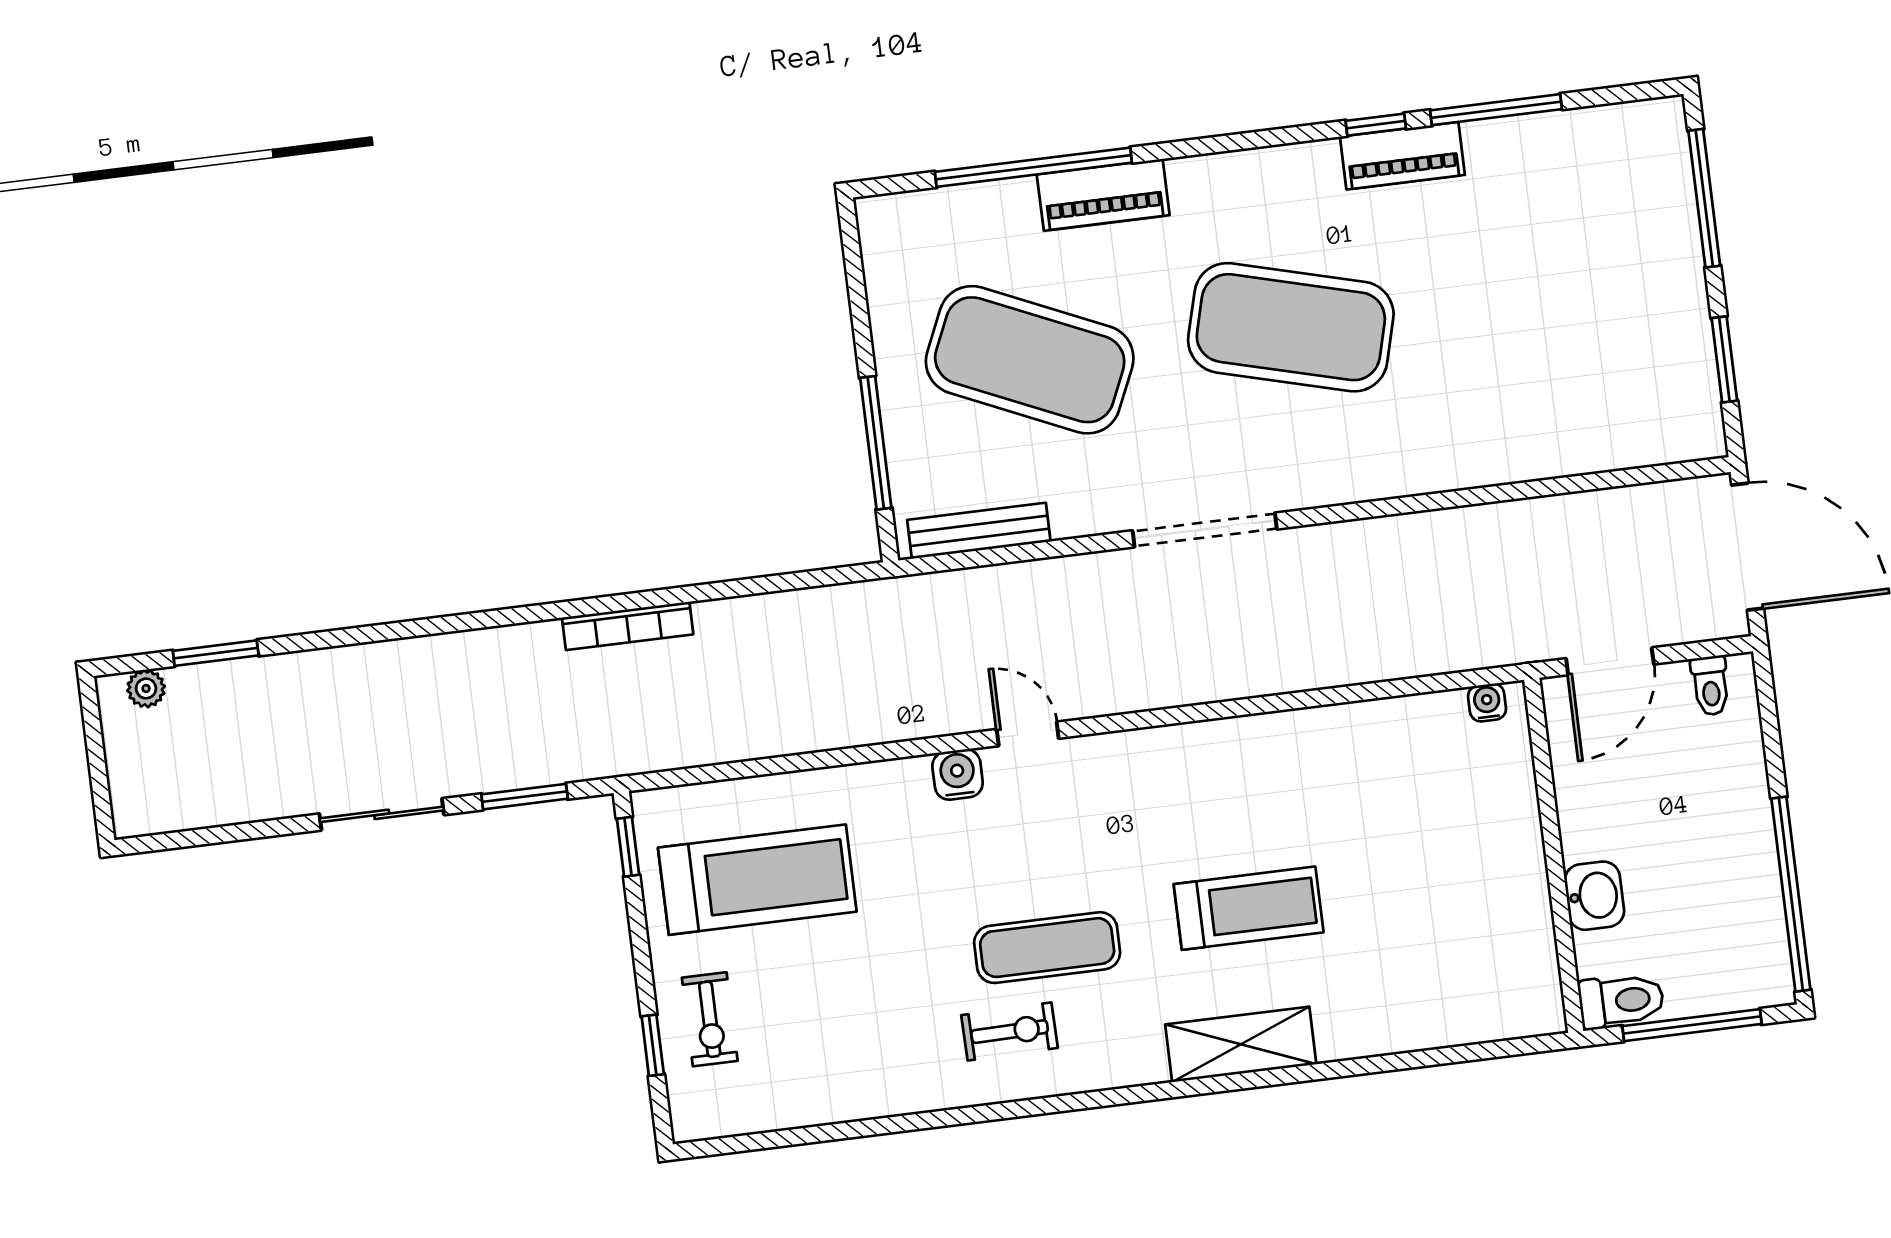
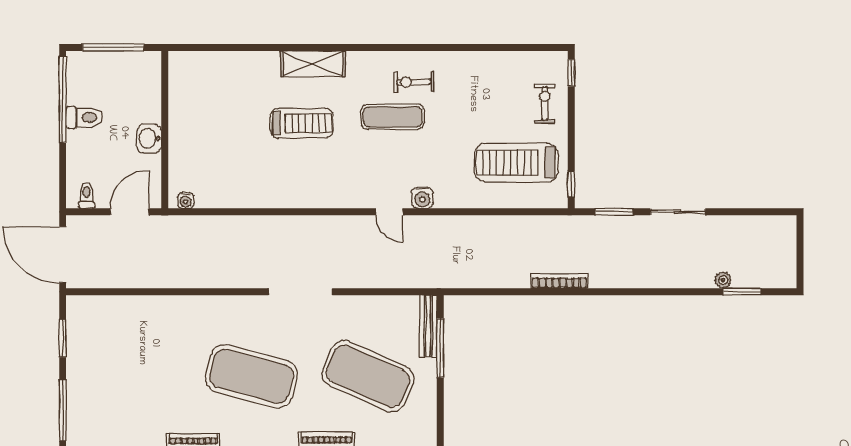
bench: (979, 531) -> (428, 326), moved, turned 90
plant: (146, 688) -> (723, 280), moved
washbasin: (1594, 896) -> (149, 138), moved
treadmill: (1249, 908) -> (302, 123), turned 180
toilet: (1621, 1001) -> (84, 117), moved, turned 180
window: (653, 1045) -> (571, 73), moved

